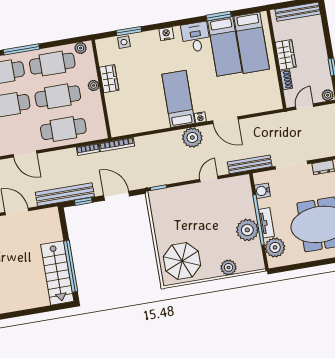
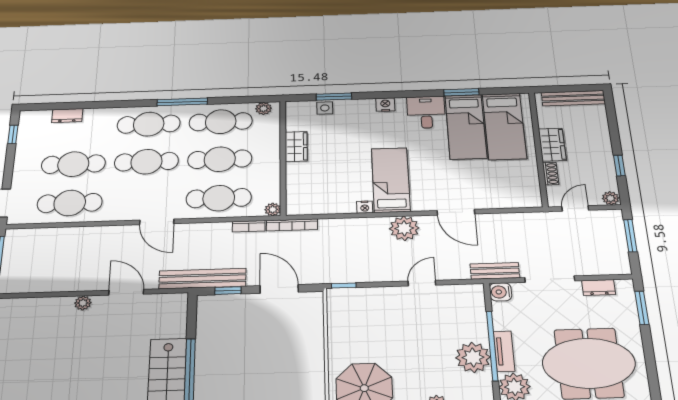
plant: (94, 86) -> (273, 209), moved
nightstand: (200, 117) -> (365, 207), moved
bench: (250, 164) -> (495, 271), width x0.73
water cooler: (262, 191) -> (500, 292), moved

